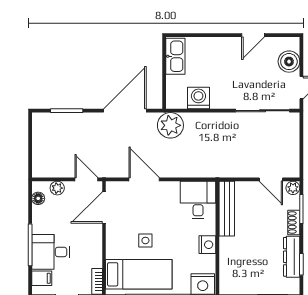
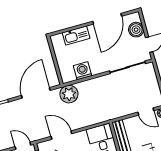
door: (253, 35) -> (107, 19), width x1.88
kitchen sink: (175, 56) -> (76, 36), moved, turned 90

